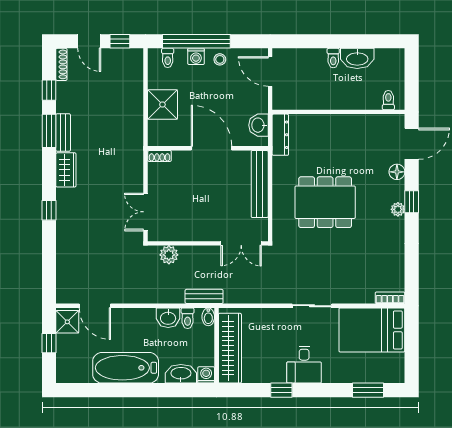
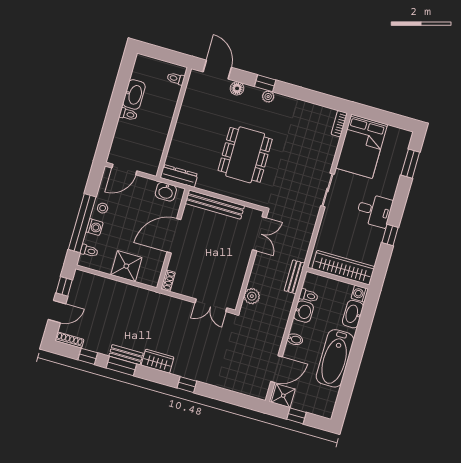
bidet: (208, 317) -> (295, 339), moved

